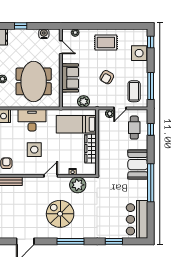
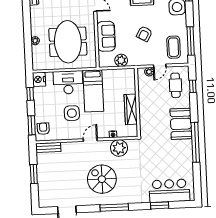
bed: (76, 124) -> (93, 91), moved, turned -90
bar counter: (137, 219) -> (169, 191), moved, turned 90

